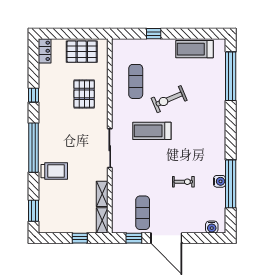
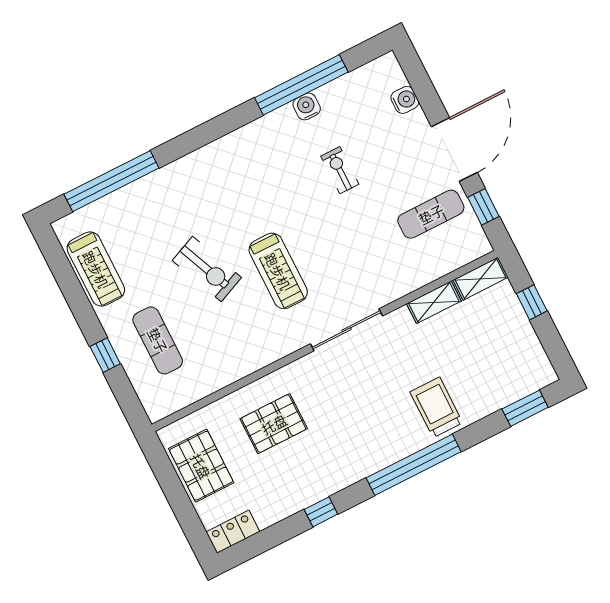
exercise mat: (136, 81) -> (158, 340), moved, turned 90
water cooler: (212, 227) -> (405, 100), moved

